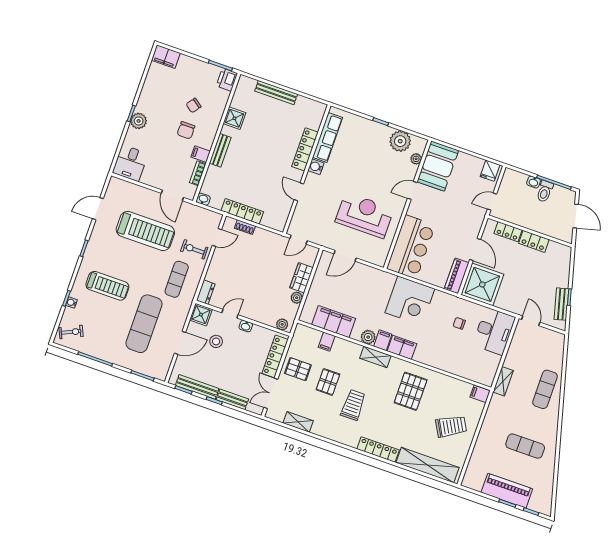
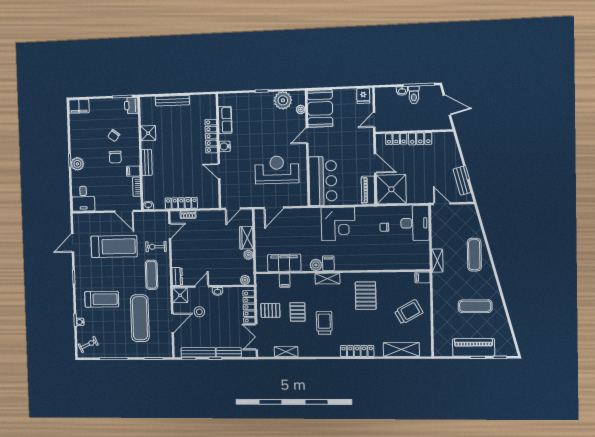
row of seats: (328, 137) -> (225, 120), width x0.68
filing cabinet: (402, 347) -> (346, 263), removed
shelving: (428, 465) -> (401, 349), width x0.68

